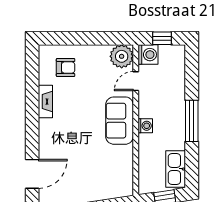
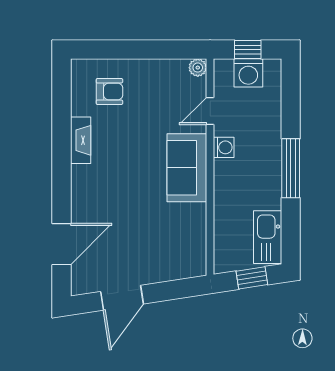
washing machine: (148, 55) -> (248, 73), moved, turned 90
plant: (122, 56) -> (198, 68), width x0.53, depth x0.53
washing machine: (145, 126) -> (224, 147), moved

